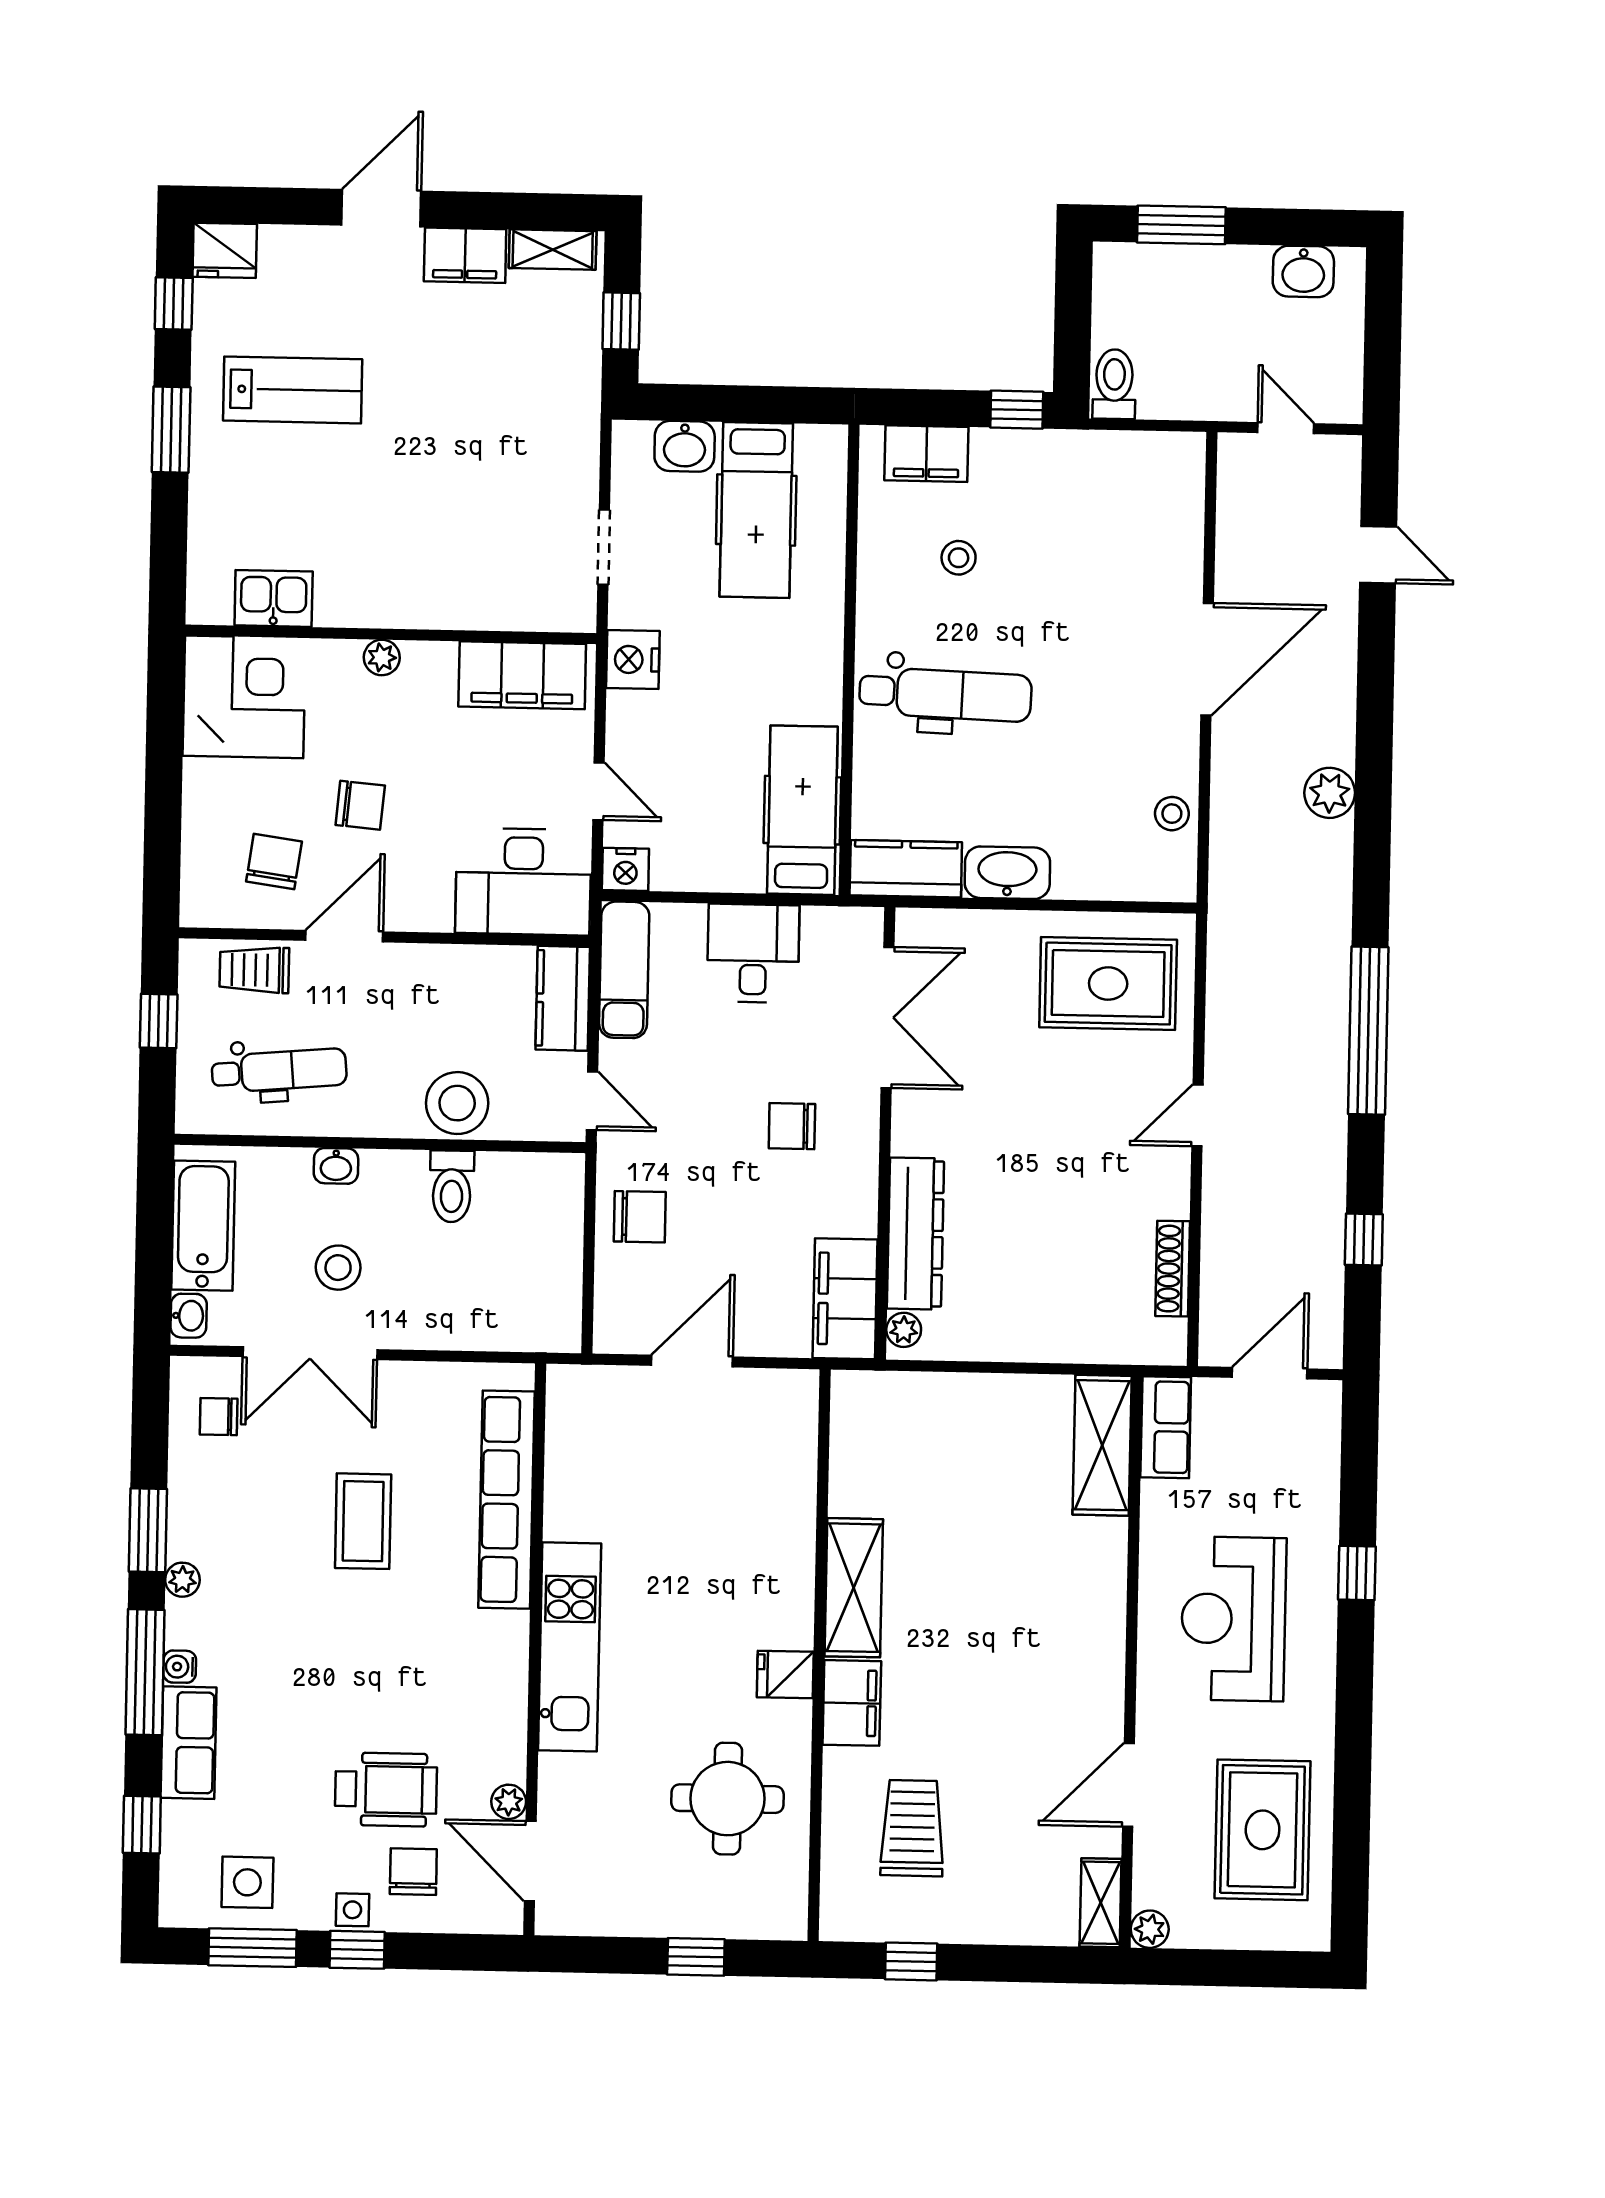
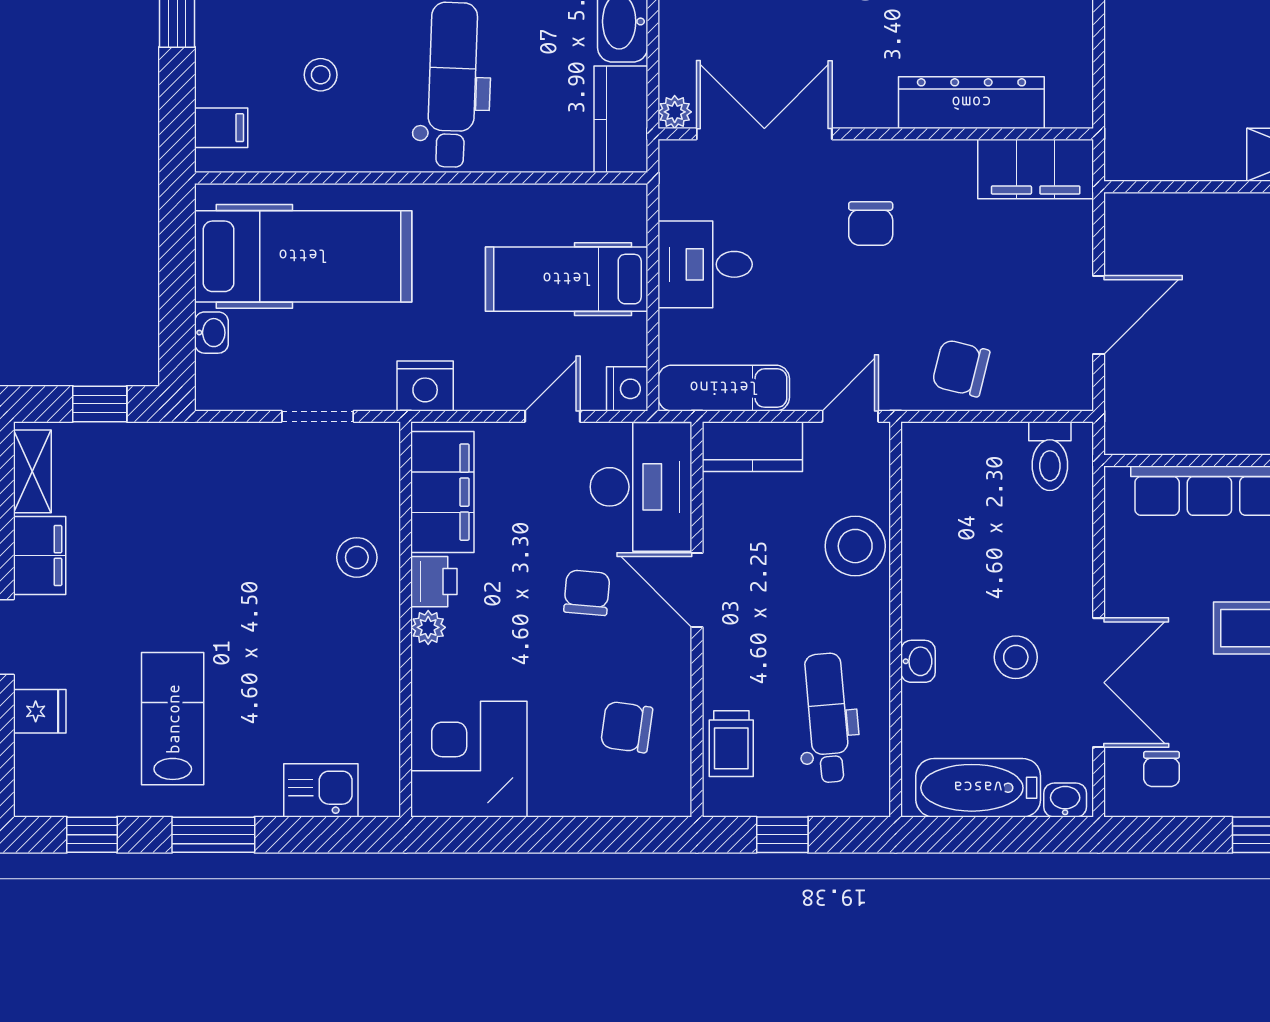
fridge: (225, 250) -> (40, 711), moved, width x0.72
washbasin: (685, 446) -> (211, 333), width x0.72, depth x0.69
filing cabinet: (926, 454) -> (221, 128), width x0.50
hospital bed: (756, 510) -> (303, 256), width x1.37, depth x1.29
stool: (456, 585) -> (357, 557), added
kitchen sink: (274, 598) -> (321, 790), moved, turned 90
printer: (429, 664) -> (434, 582), added
chair: (360, 805) -> (587, 593), moved
hospital bed: (802, 810) -> (567, 279), moved
door: (344, 936) -> (697, 590), moved
toilet: (452, 1186) -> (1050, 456), moved, turned 90
chair: (640, 1217) -> (961, 368), turned -76
plant: (904, 1330) -> (675, 112), moved
door: (692, 1361) -> (1099, 315), swing flipped

